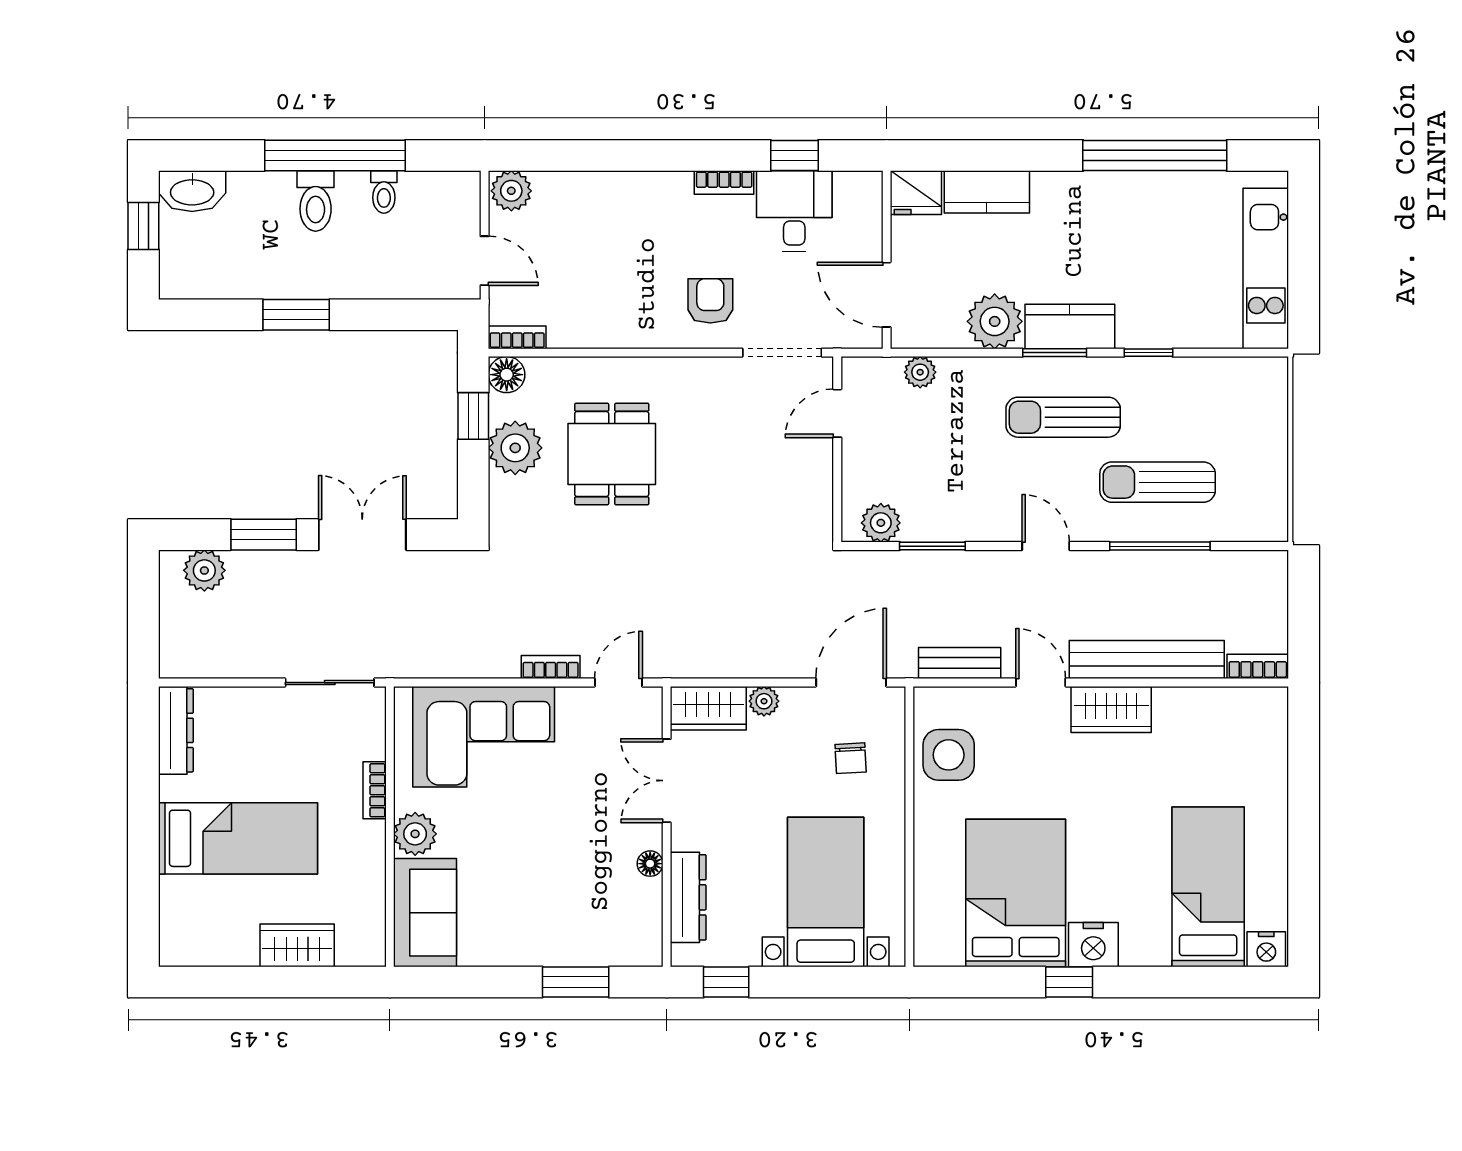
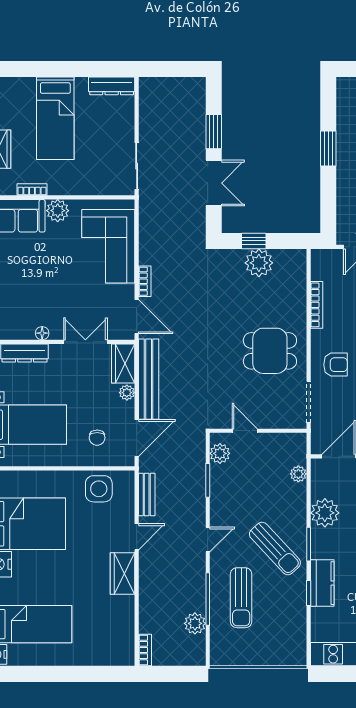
kitchen counter: (1070, 326) -> (322, 583), moved
bookcase: (517, 337) -> (317, 305), moved, width x1.56
floor lamp: (507, 375) -> (297, 258), removed
door: (837, 413) -> (245, 431), moved
window: (473, 416) -> (254, 241), moved
sun lounger: (1063, 417) -> (275, 548), turned 137
dining table: (612, 454) -> (270, 351), moved
sun lounger: (1158, 482) -> (241, 598), turned 180
plant: (204, 570) -> (195, 623), moved
bench: (1147, 659) -> (149, 379), moved
door: (618, 683) -> (137, 317), width x1.38
door: (851, 683) -> (137, 438), hinge flipped
chair: (851, 758) -> (97, 438), turned -87
bookcase: (375, 790) -> (32, 190), moved

